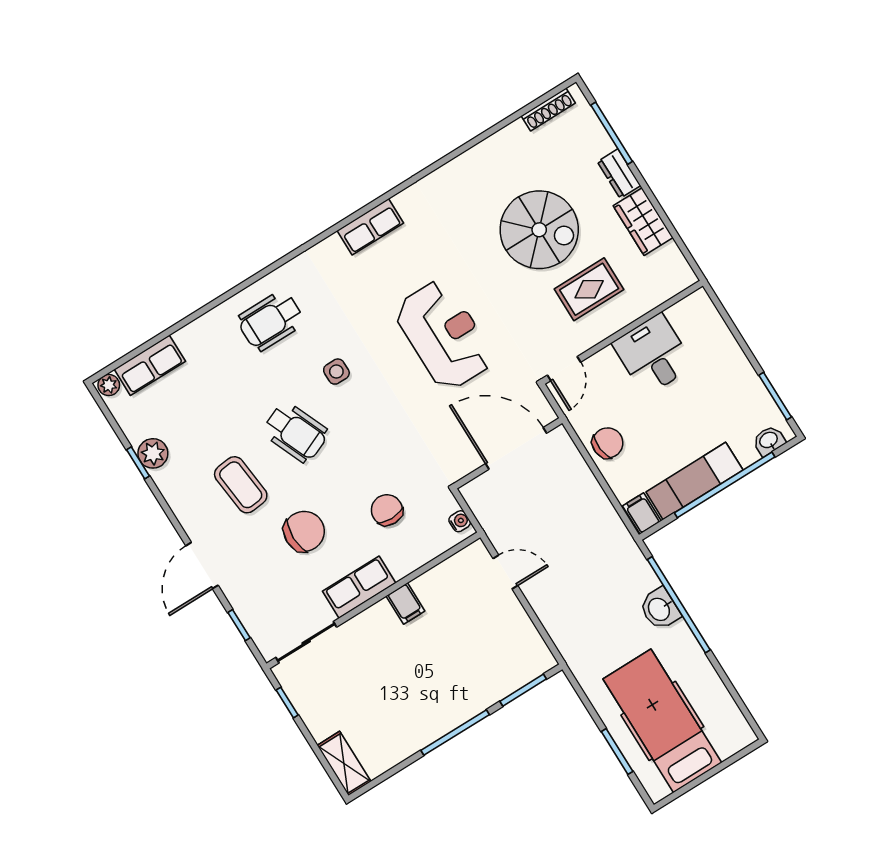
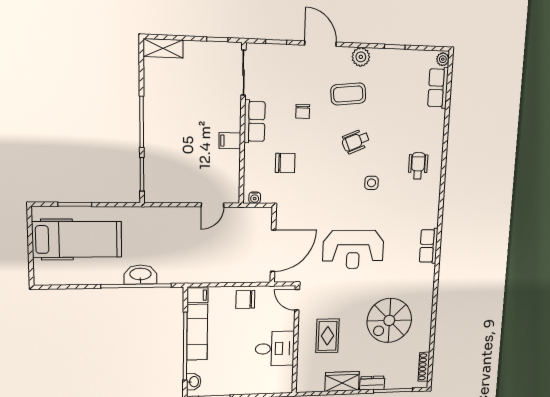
spiral stairs: (539, 230) -> (389, 320), moved
wheelchair: (271, 321) -> (418, 166), width x0.73, depth x0.73
wheelchair: (296, 432) -> (356, 141), width x0.73, depth x0.73
chair: (608, 443) -> (245, 299), turned 96
plant: (153, 453) -> (361, 57), moved
chair: (304, 531) -> (303, 111), width x0.54, depth x0.54
washbasin: (660, 609) -> (140, 275), width x1.38

